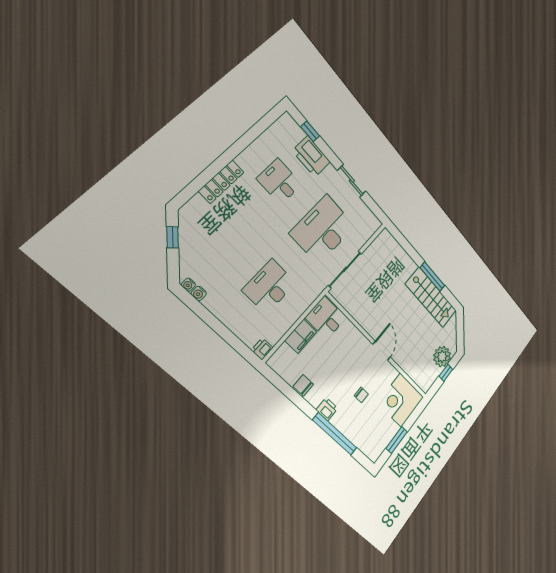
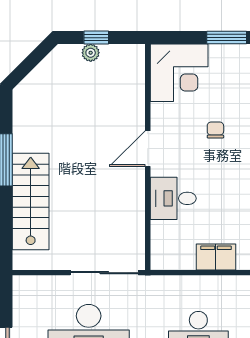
stairs: (431, 297) -> (31, 202), moved
desk: (326, 318) -> (173, 198), moved, turned 90
plant: (442, 357) -> (91, 53), width x0.53, depth x0.53

